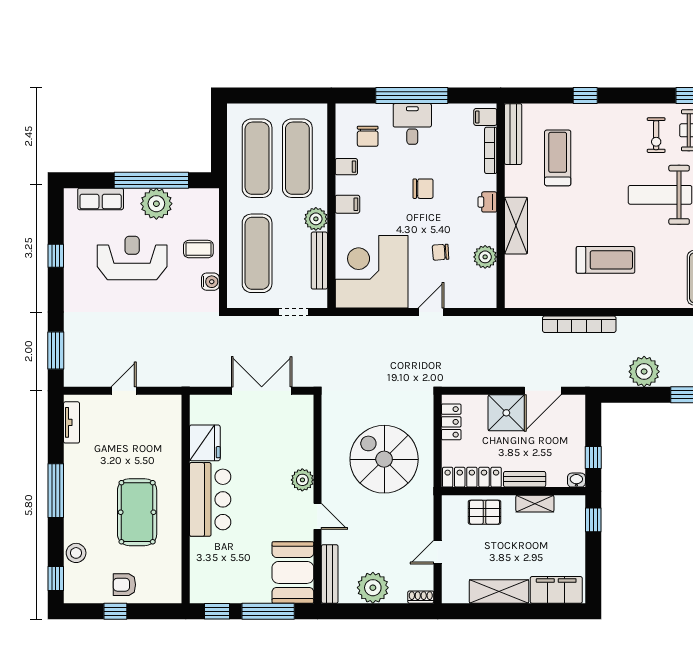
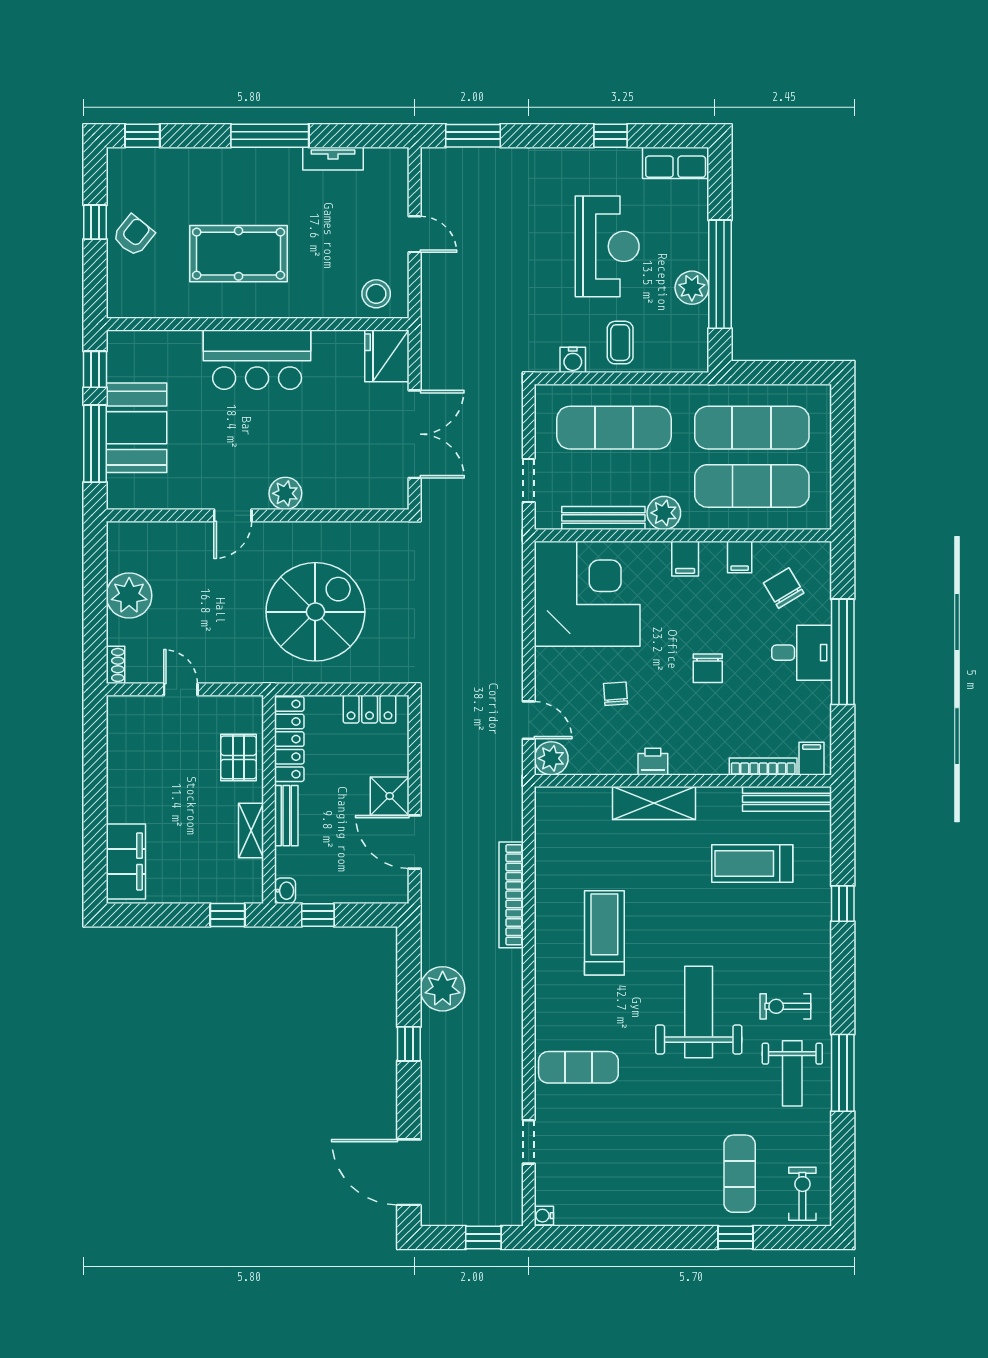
chair: (368, 136) -> (784, 588), turned 59
treadmill: (558, 158) -> (752, 863), turned 180
row of seats: (101, 199) -> (676, 163), moved, turned -90
printer: (487, 202) -> (653, 762), moved
plant: (156, 204) -> (692, 288), width x0.73, depth x0.73
plant: (485, 257) -> (551, 758), moved
treadmill: (605, 260) -> (604, 933), turned 180
door: (431, 312) -> (529, 720), moved
shower: (506, 413) -> (390, 796), width x0.73, depth x0.73
tv unit: (72, 422) -> (333, 159), moved
fridge: (205, 443) -> (387, 356), moved, turned 90
stool: (76, 553) -> (376, 294), moved
booth: (293, 572) -> (136, 428), moved, turned 90
bench: (330, 574) -> (149, 533), removed
armchair: (124, 585) -> (133, 235), turned 39
shelving: (499, 591) -> (124, 778), removed

